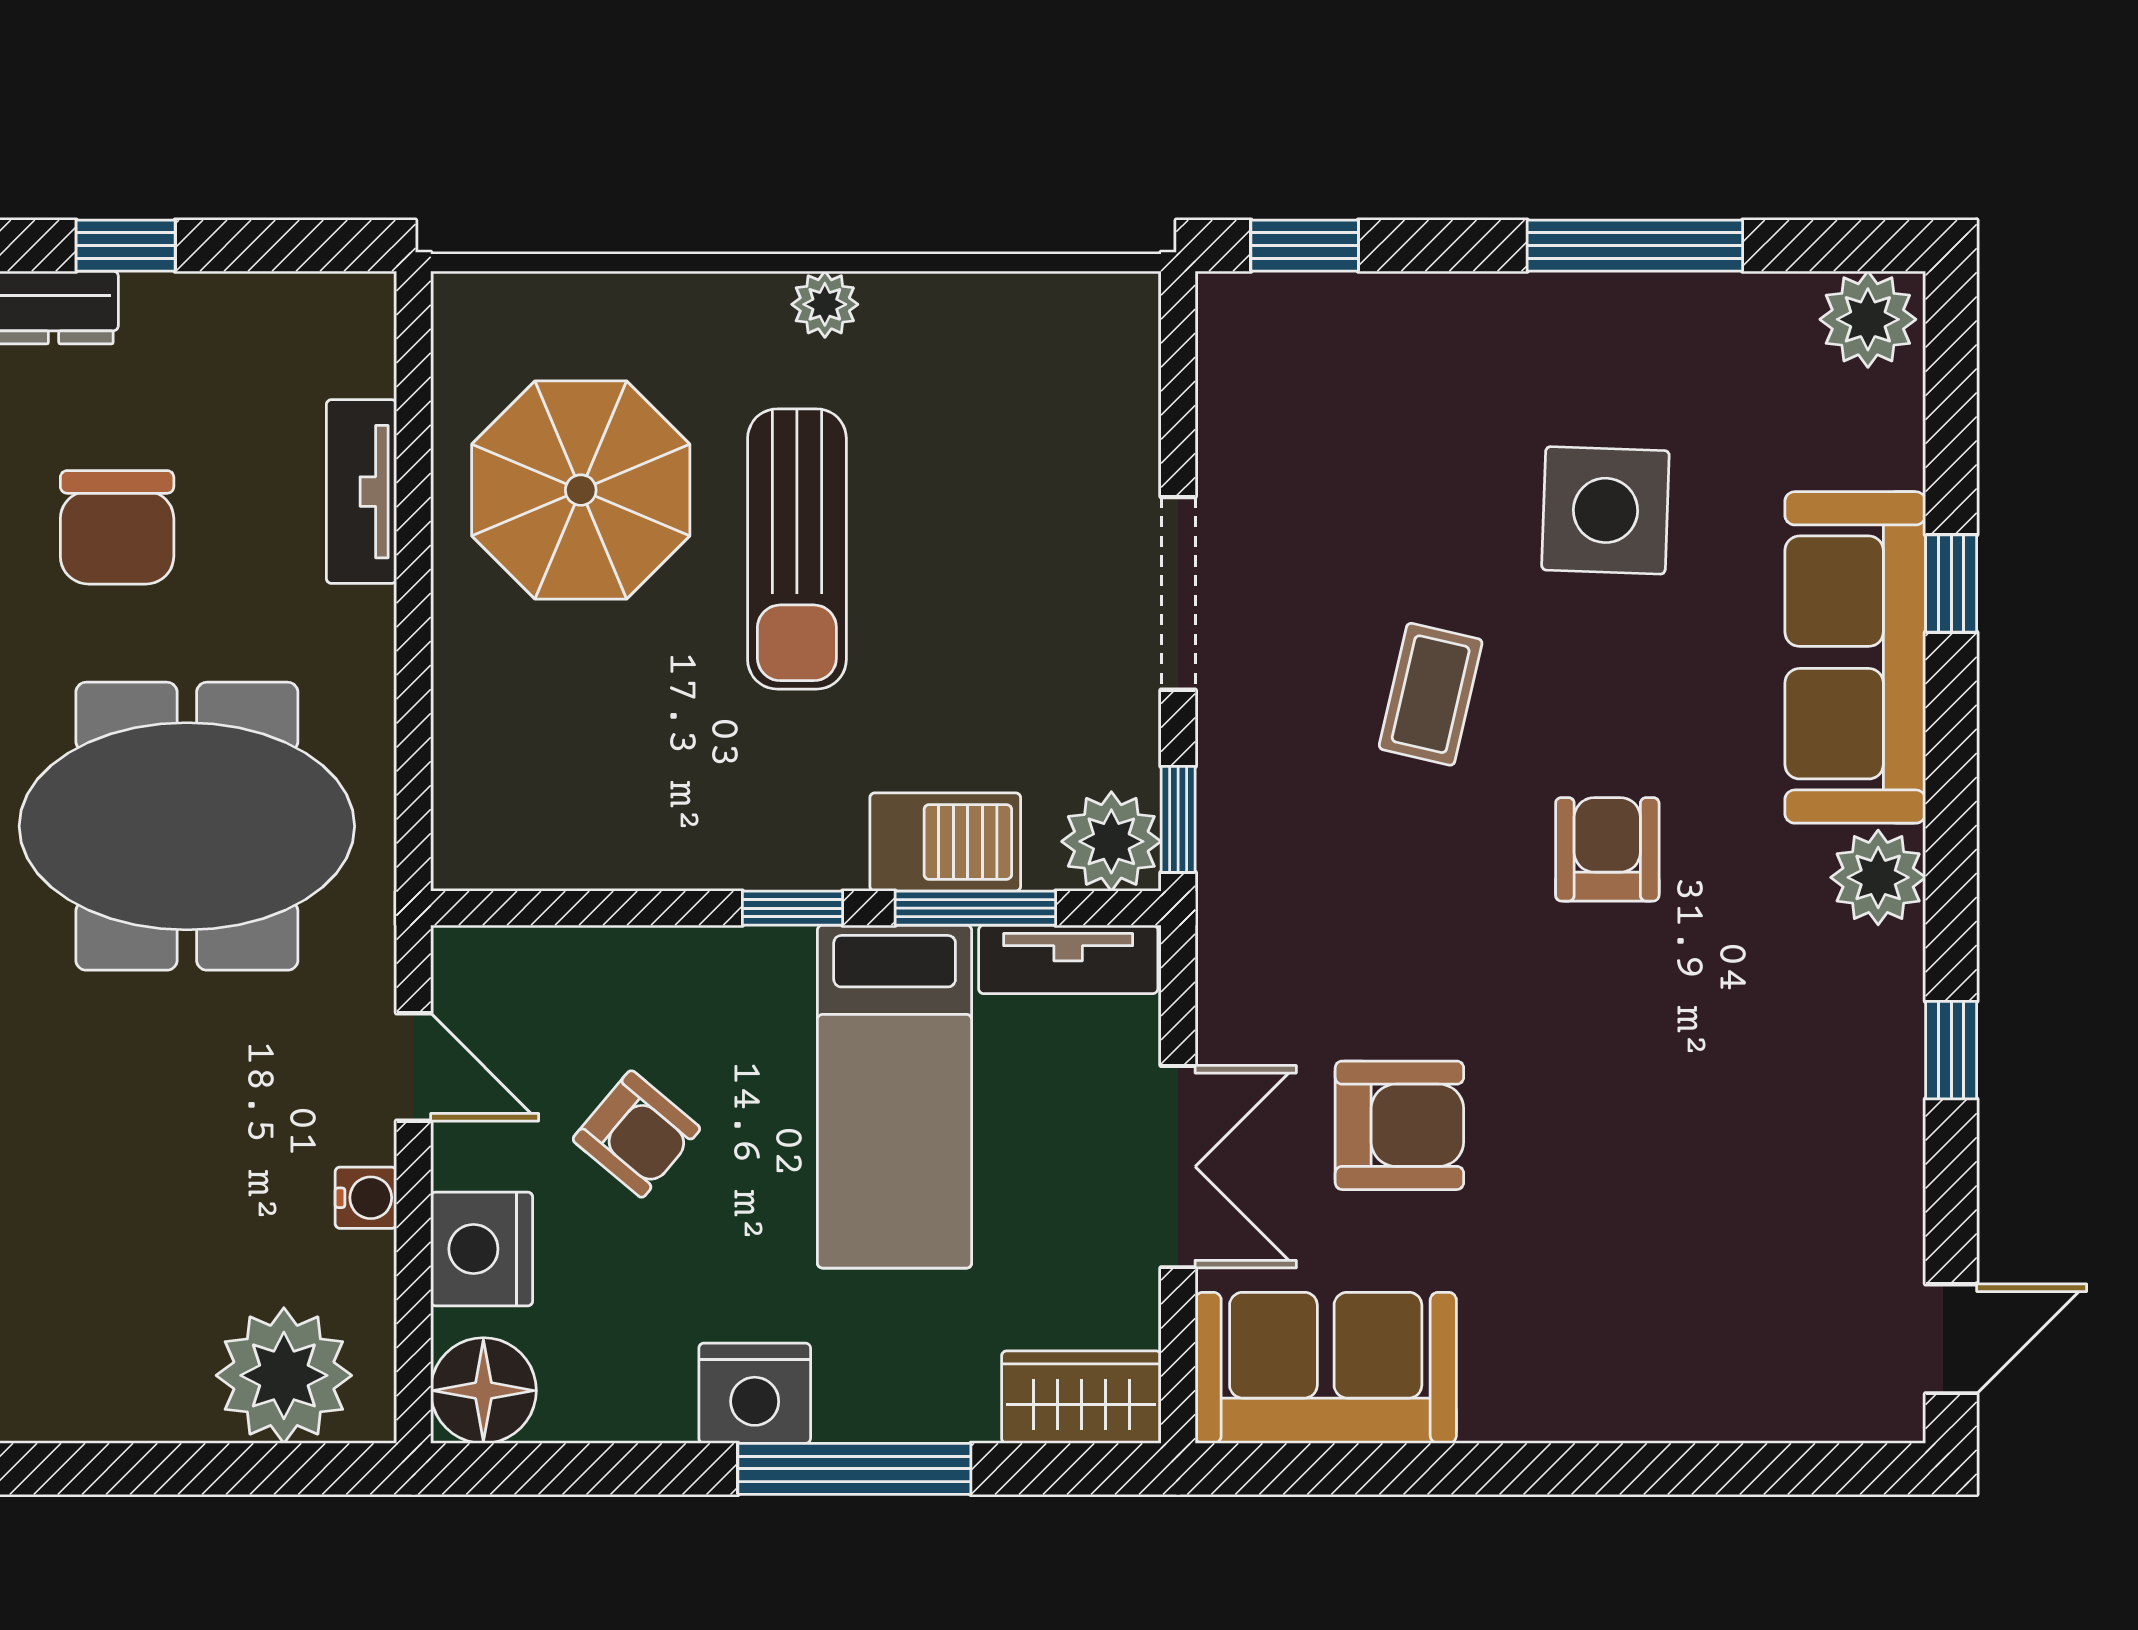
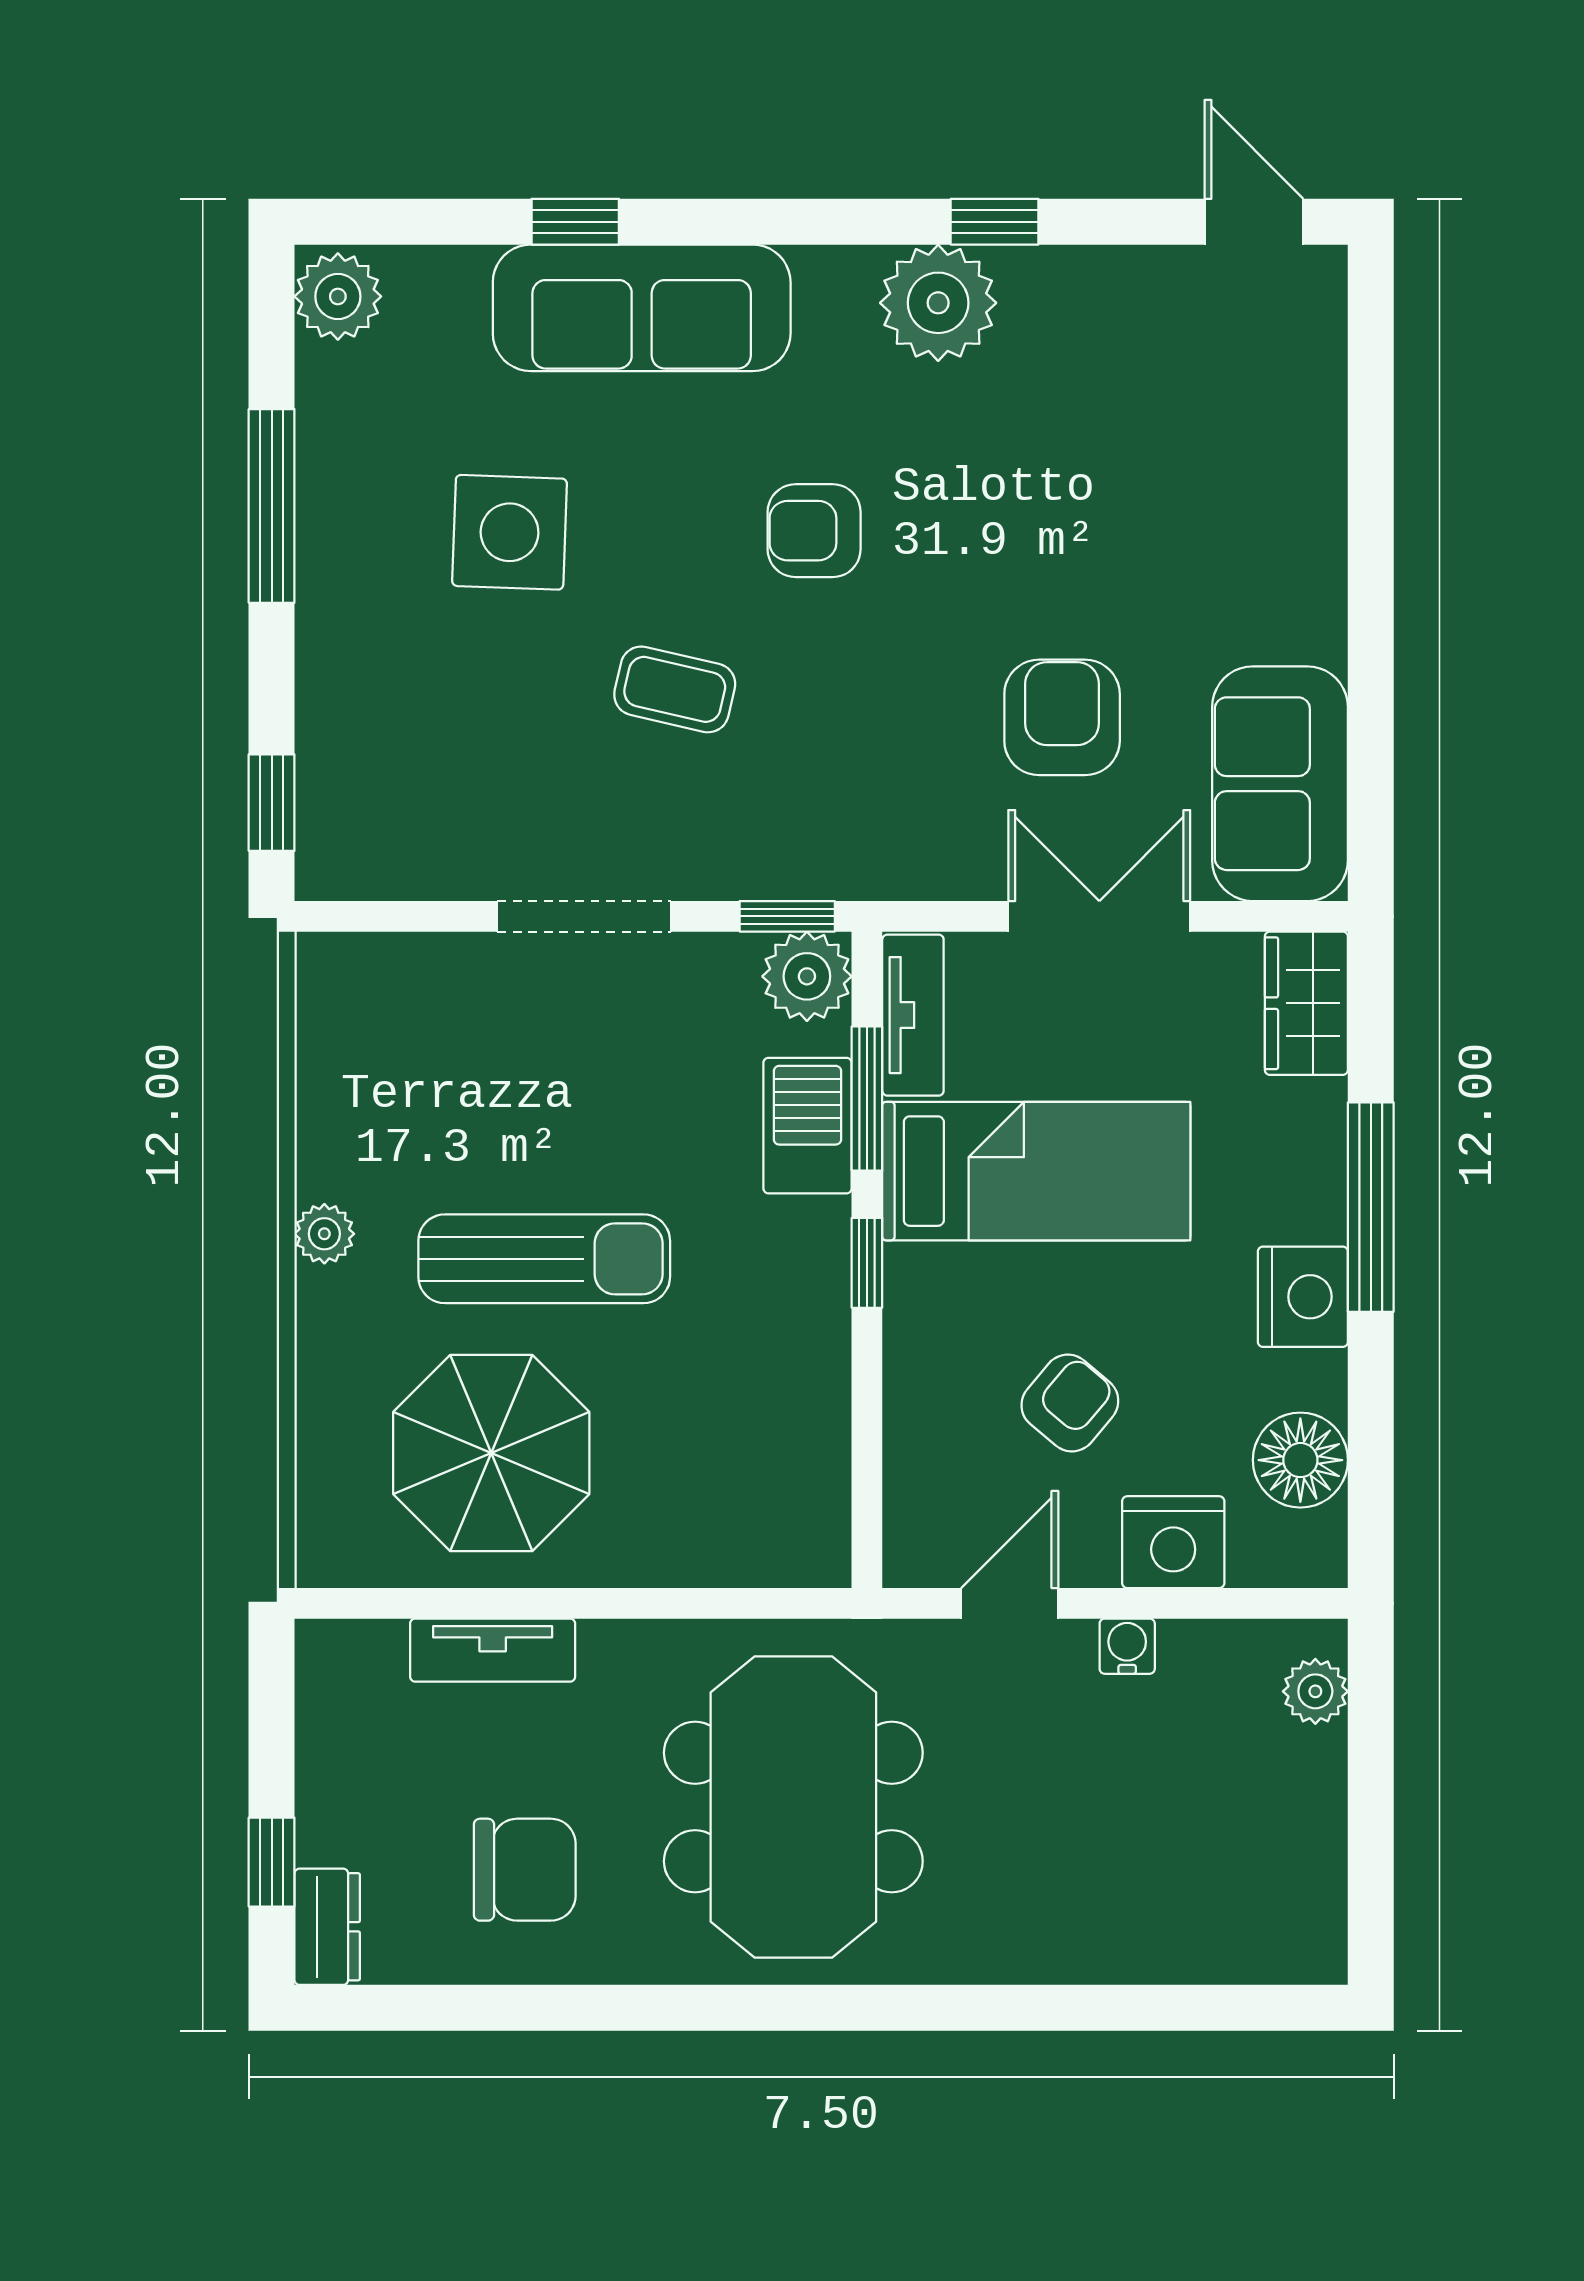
plant: (1878, 877) -> (938, 303), moved, width x1.36, depth x1.36
plant: (284, 1375) -> (1315, 1691), width x0.53, depth x0.53
floor lamp: (483, 1391) -> (1300, 1460), moved

